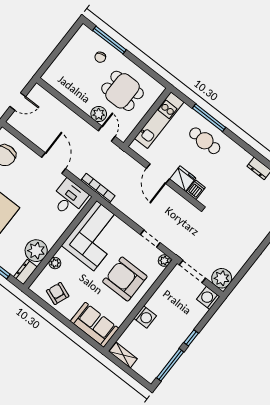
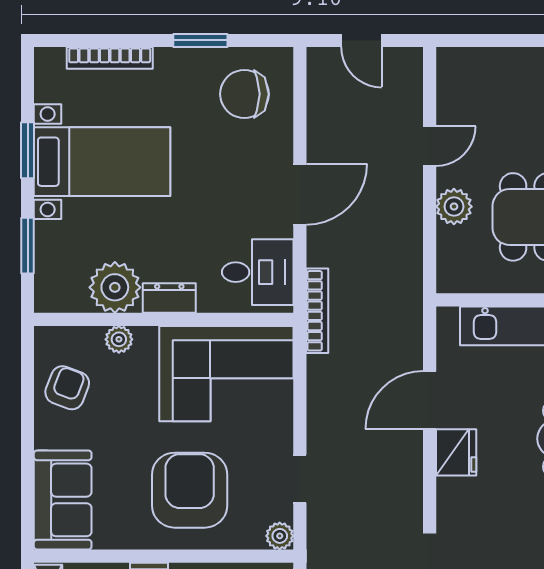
door: (107, 134) -> (430, 146), moved
dishwasher: (196, 190) -> (454, 492), removed
dresser: (25, 272) -> (169, 298), moved

